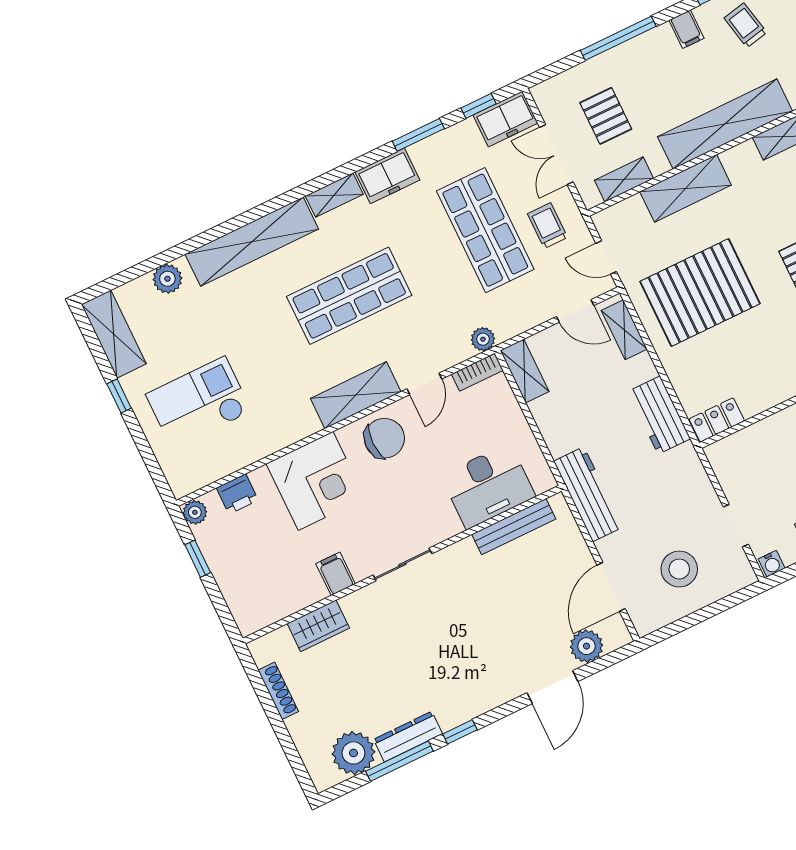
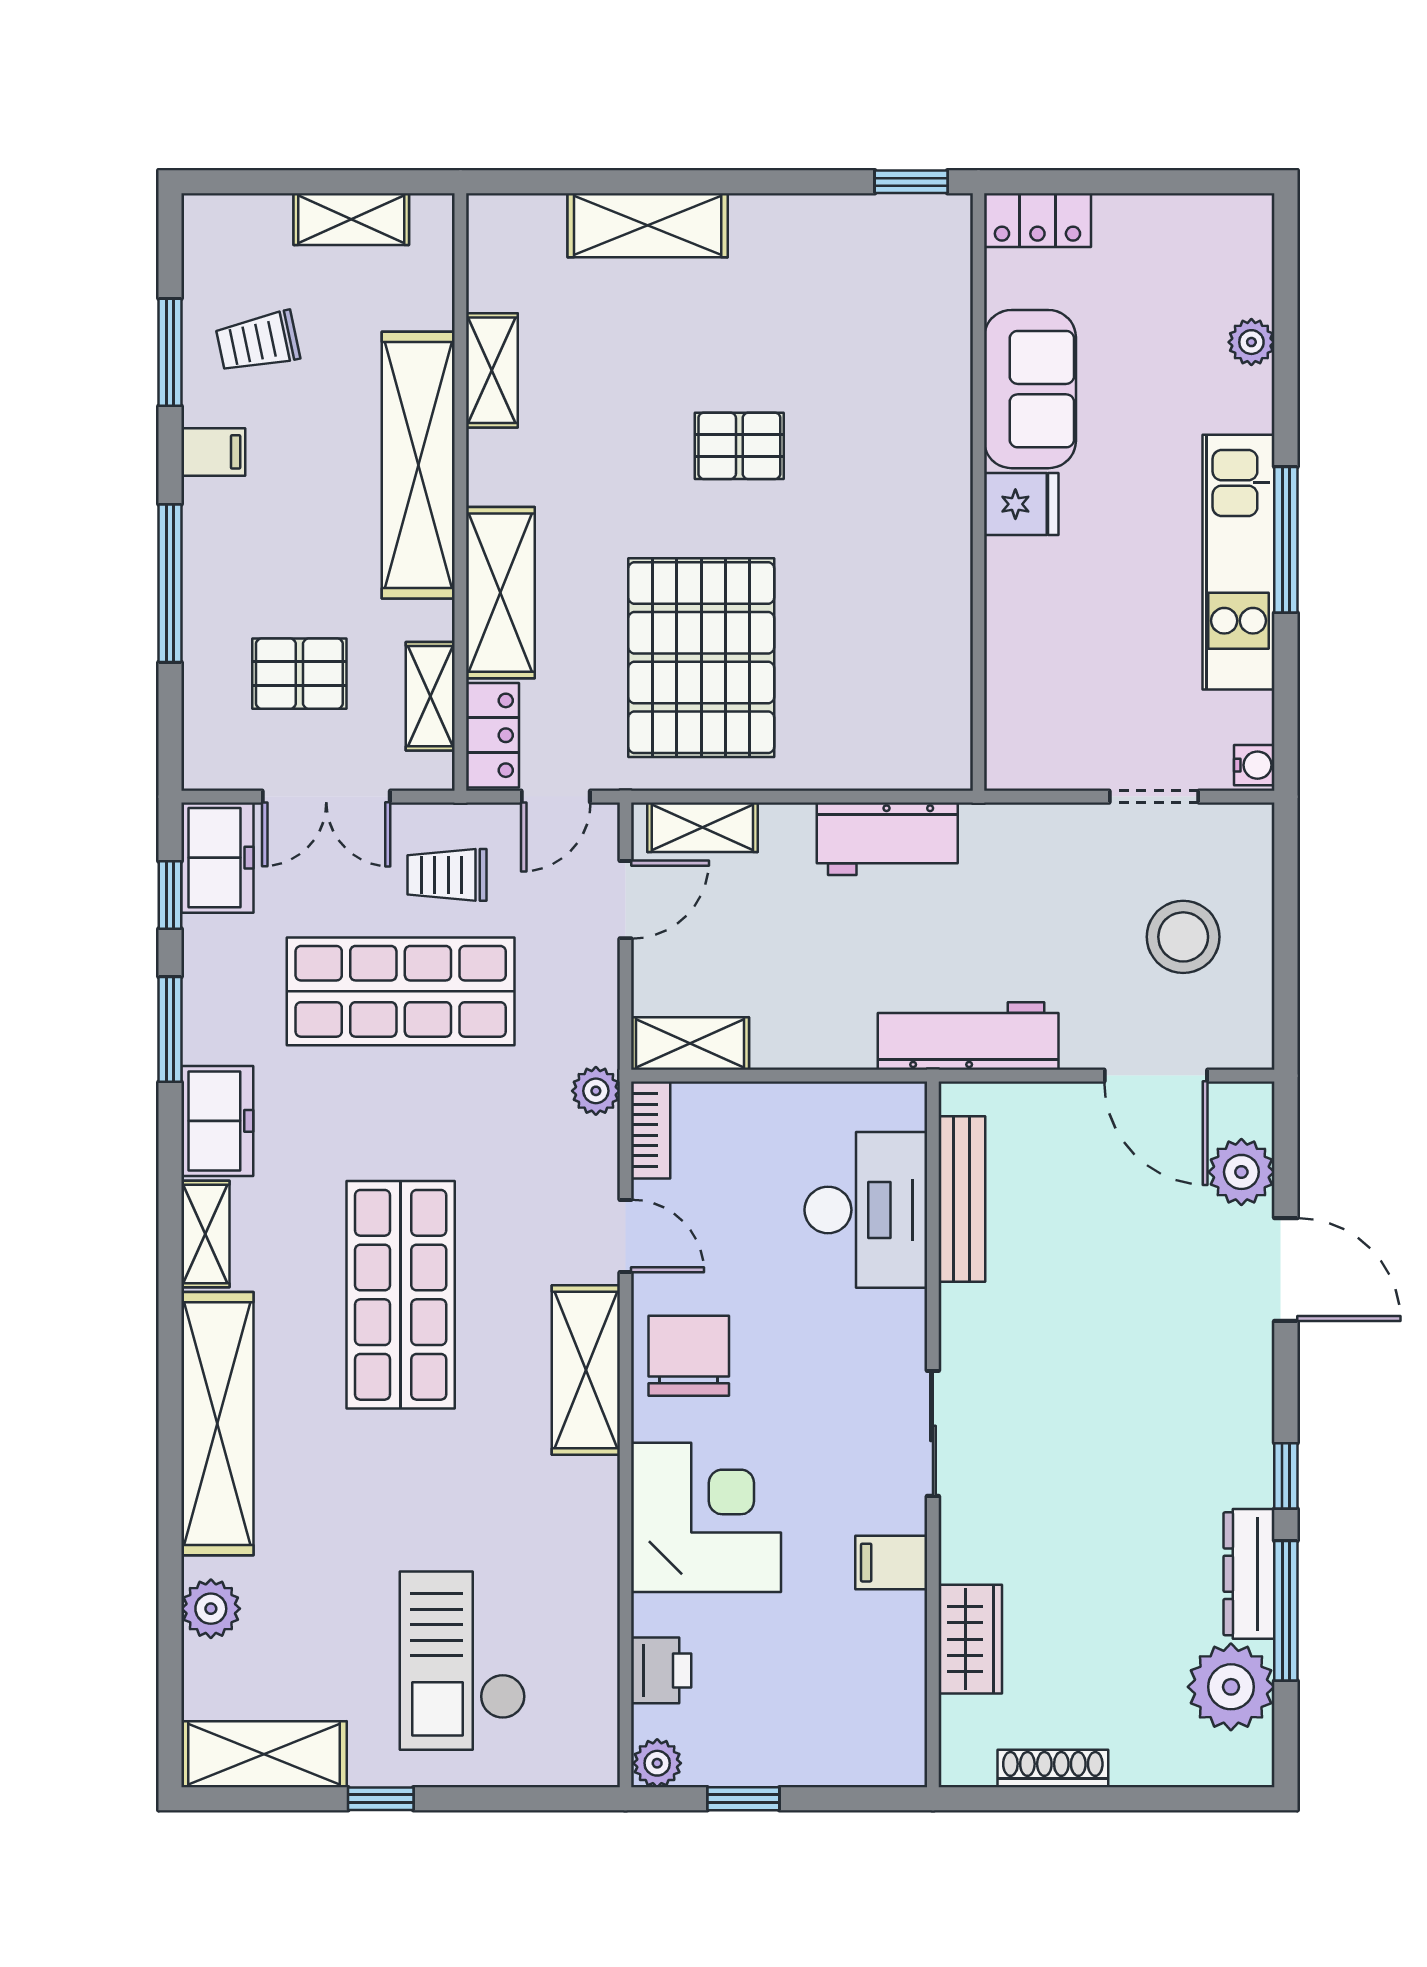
locker: (717, 420) -> (493, 735), moved, turned 180

